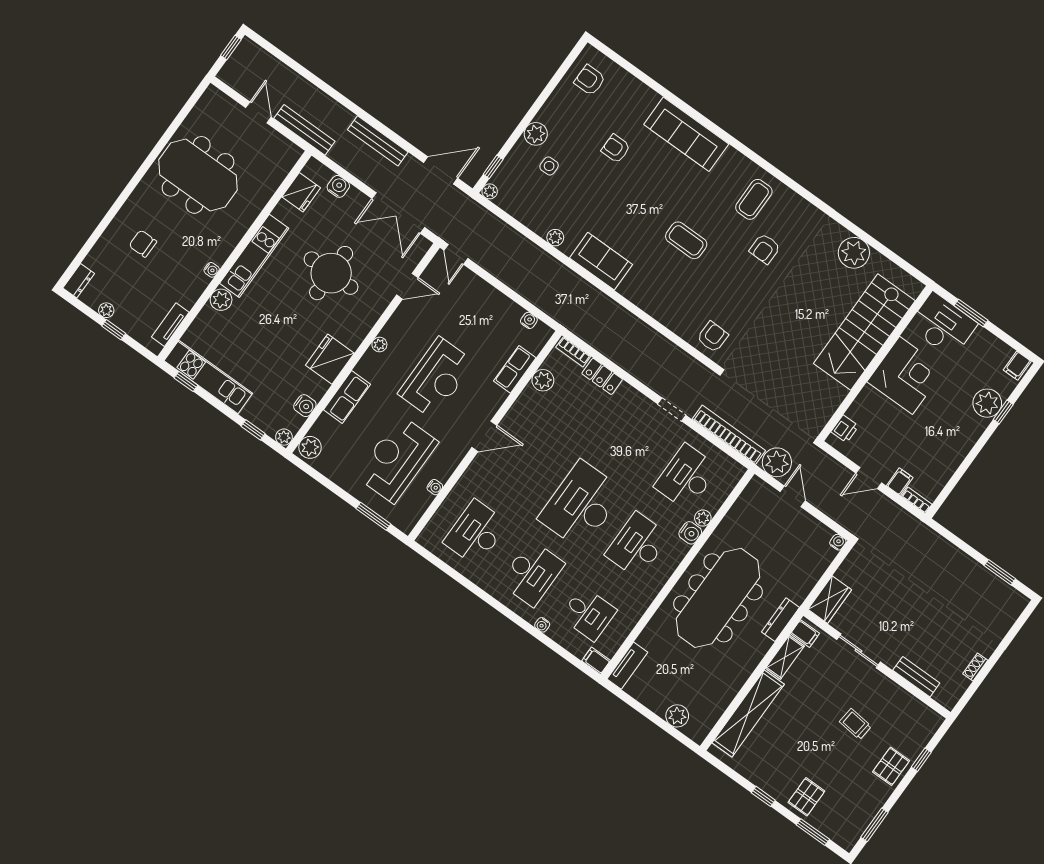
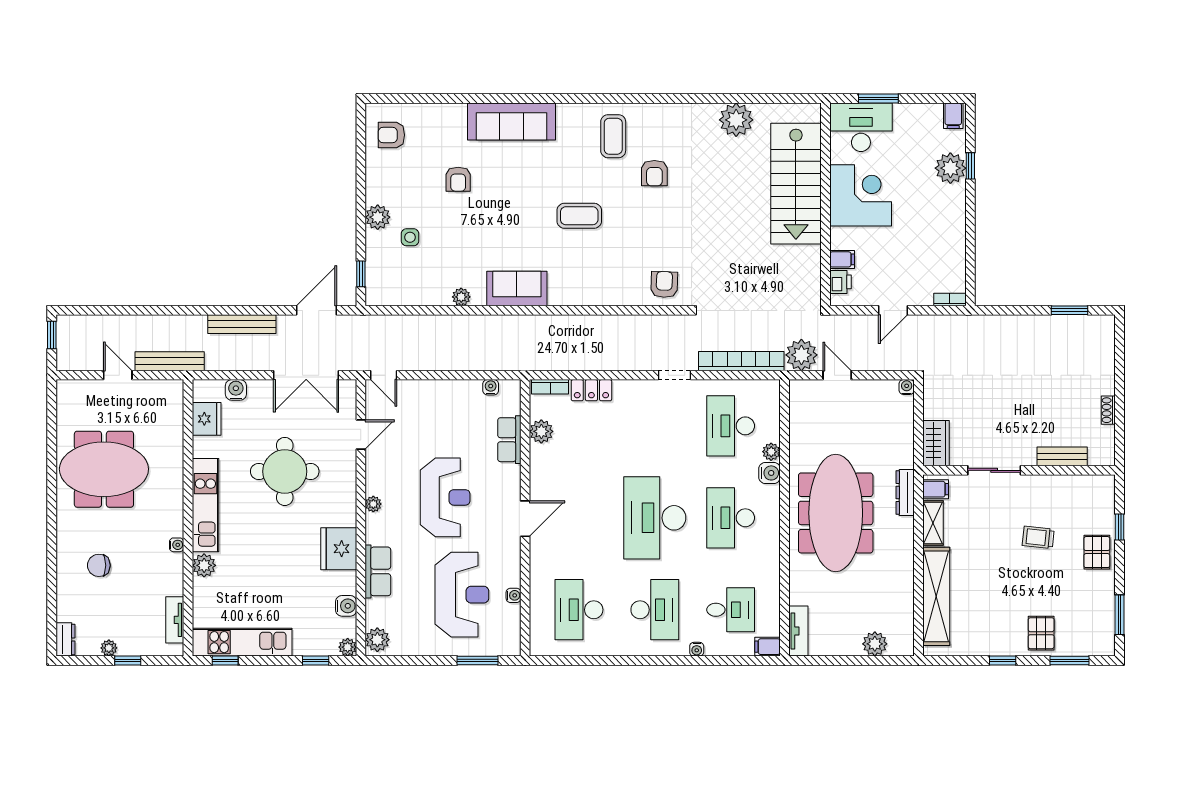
armchair: (616, 149) -> (458, 179), turned -90
plant: (490, 191) -> (373, 298), removed
reception desk: (397, 459) -> (462, 595), turned 180
filing cabinet: (900, 482) -> (842, 259), moved, turned 90

